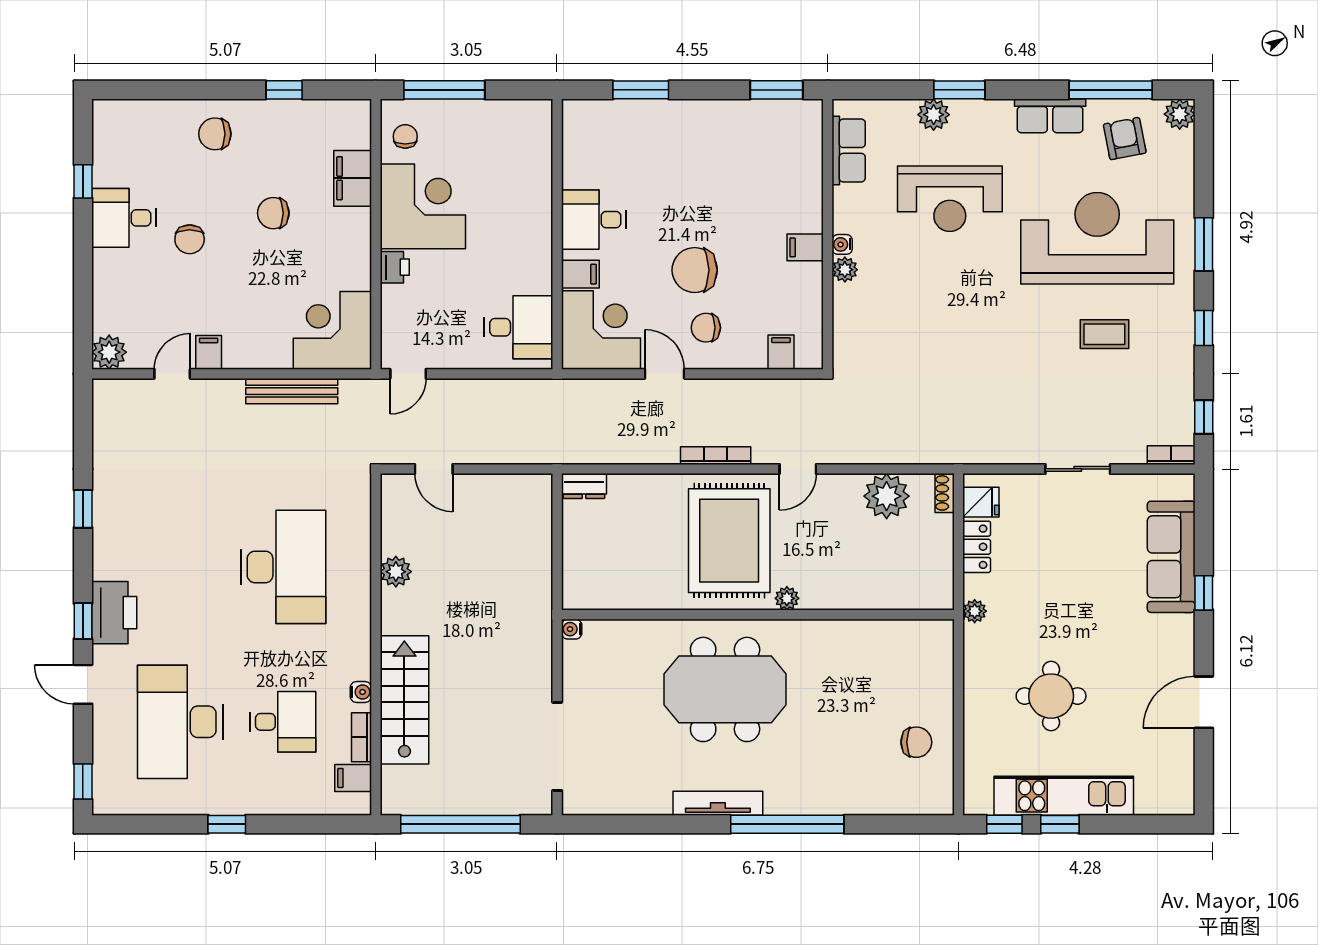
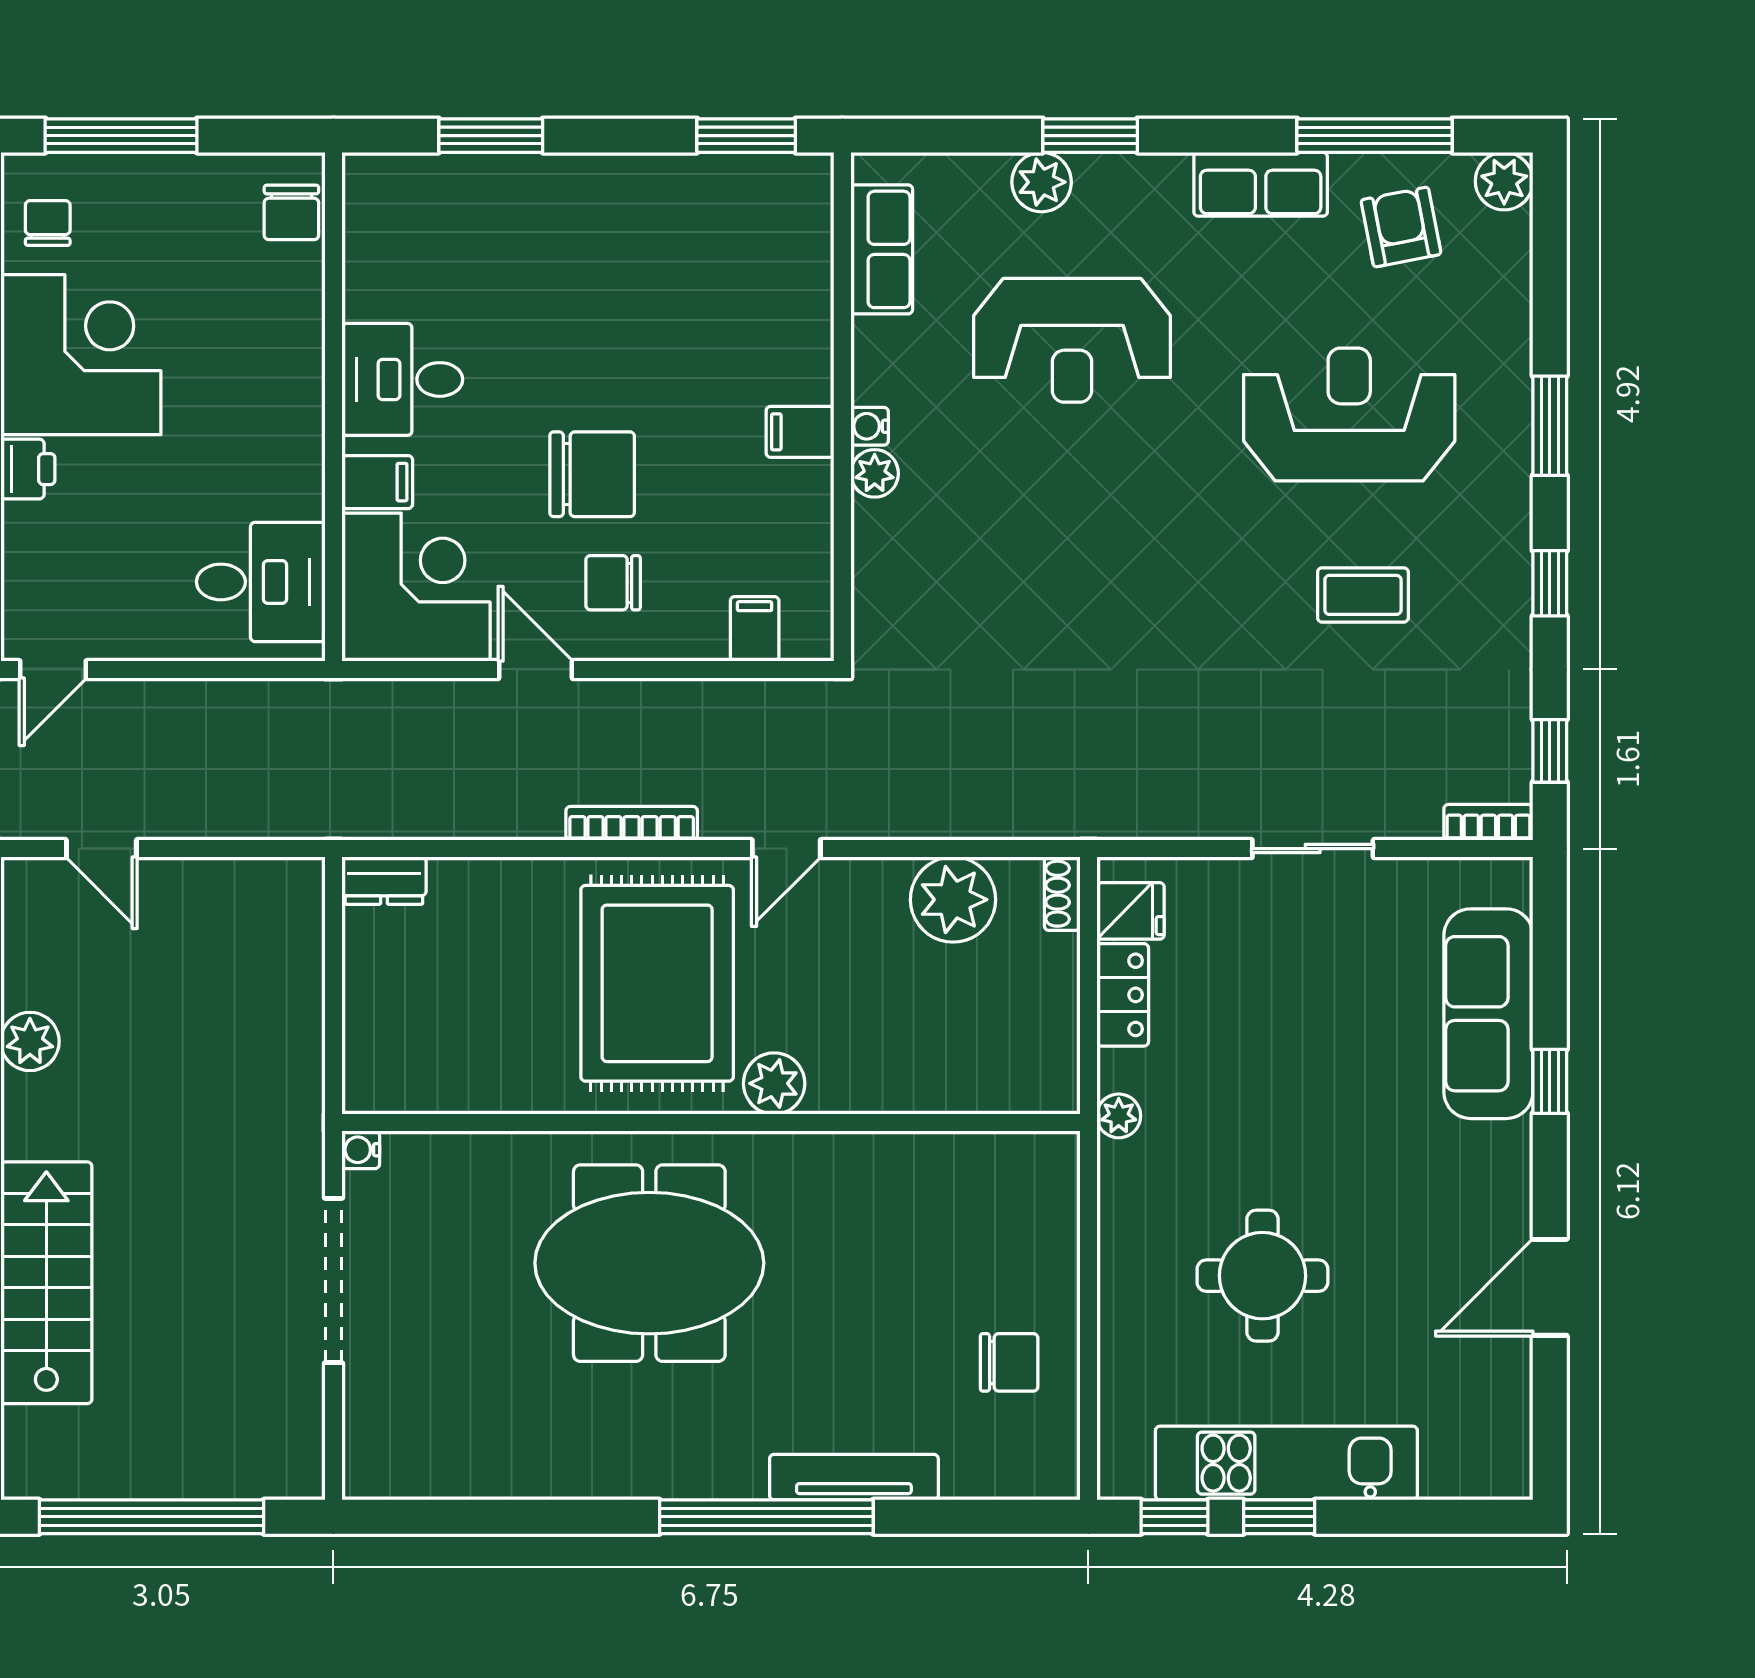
chair: (535, 131) -> (291, 212), added
reception desk: (1097, 238) -> (1349, 414), width x0.74, depth x0.77
chair: (695, 270) -> (592, 474), turned 180
plant: (787, 598) -> (774, 1083), width x1.38, depth x1.38
doorway: (557, 746) -> (333, 1280), moved
tv unit: (718, 803) -> (854, 1477), moved

